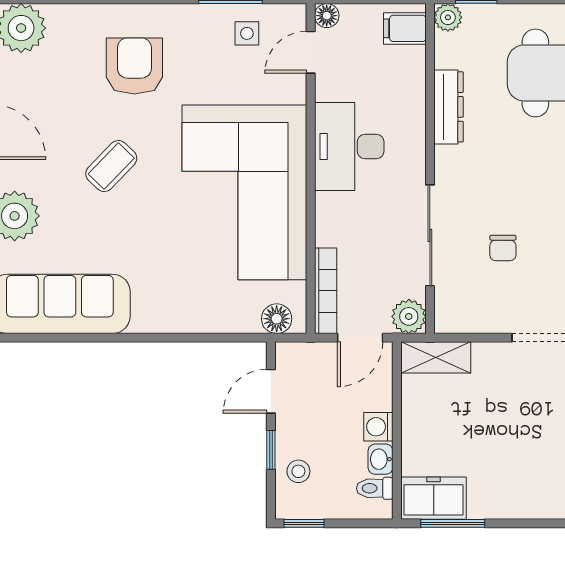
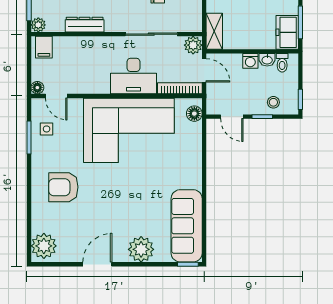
desk: (349, 146) -> (133, 76), moved
coffee table: (111, 166) -> (115, 199), removed

